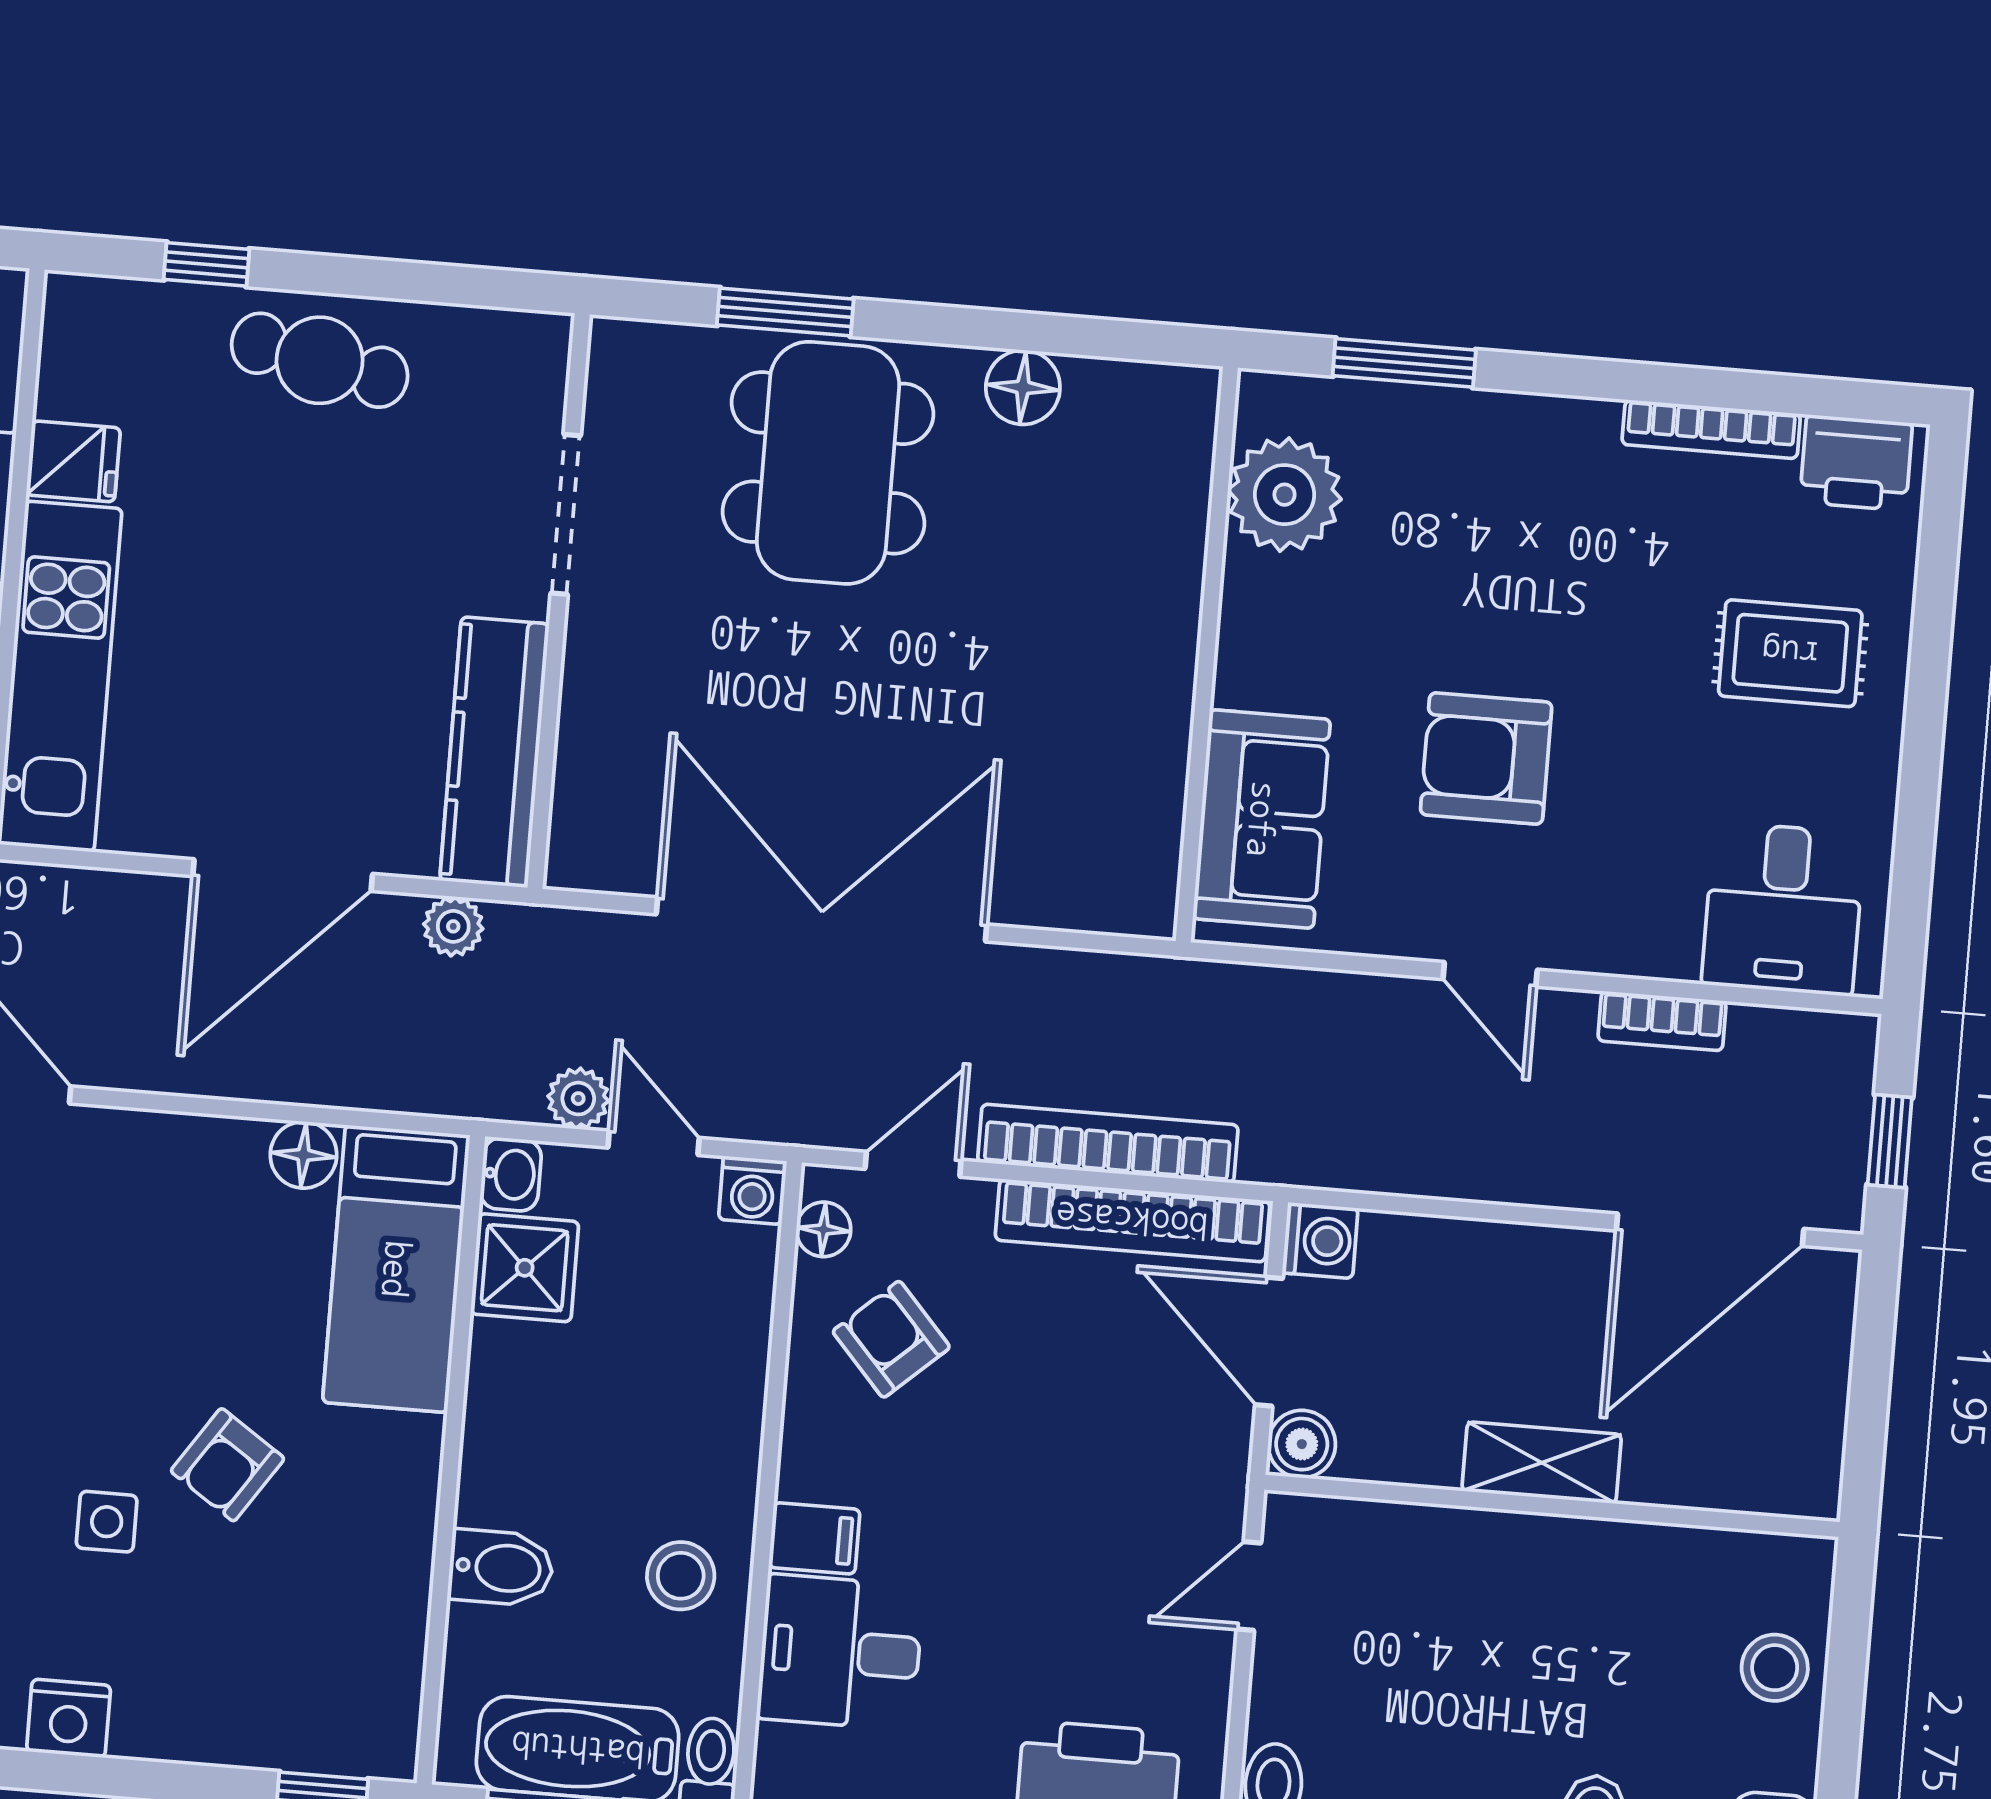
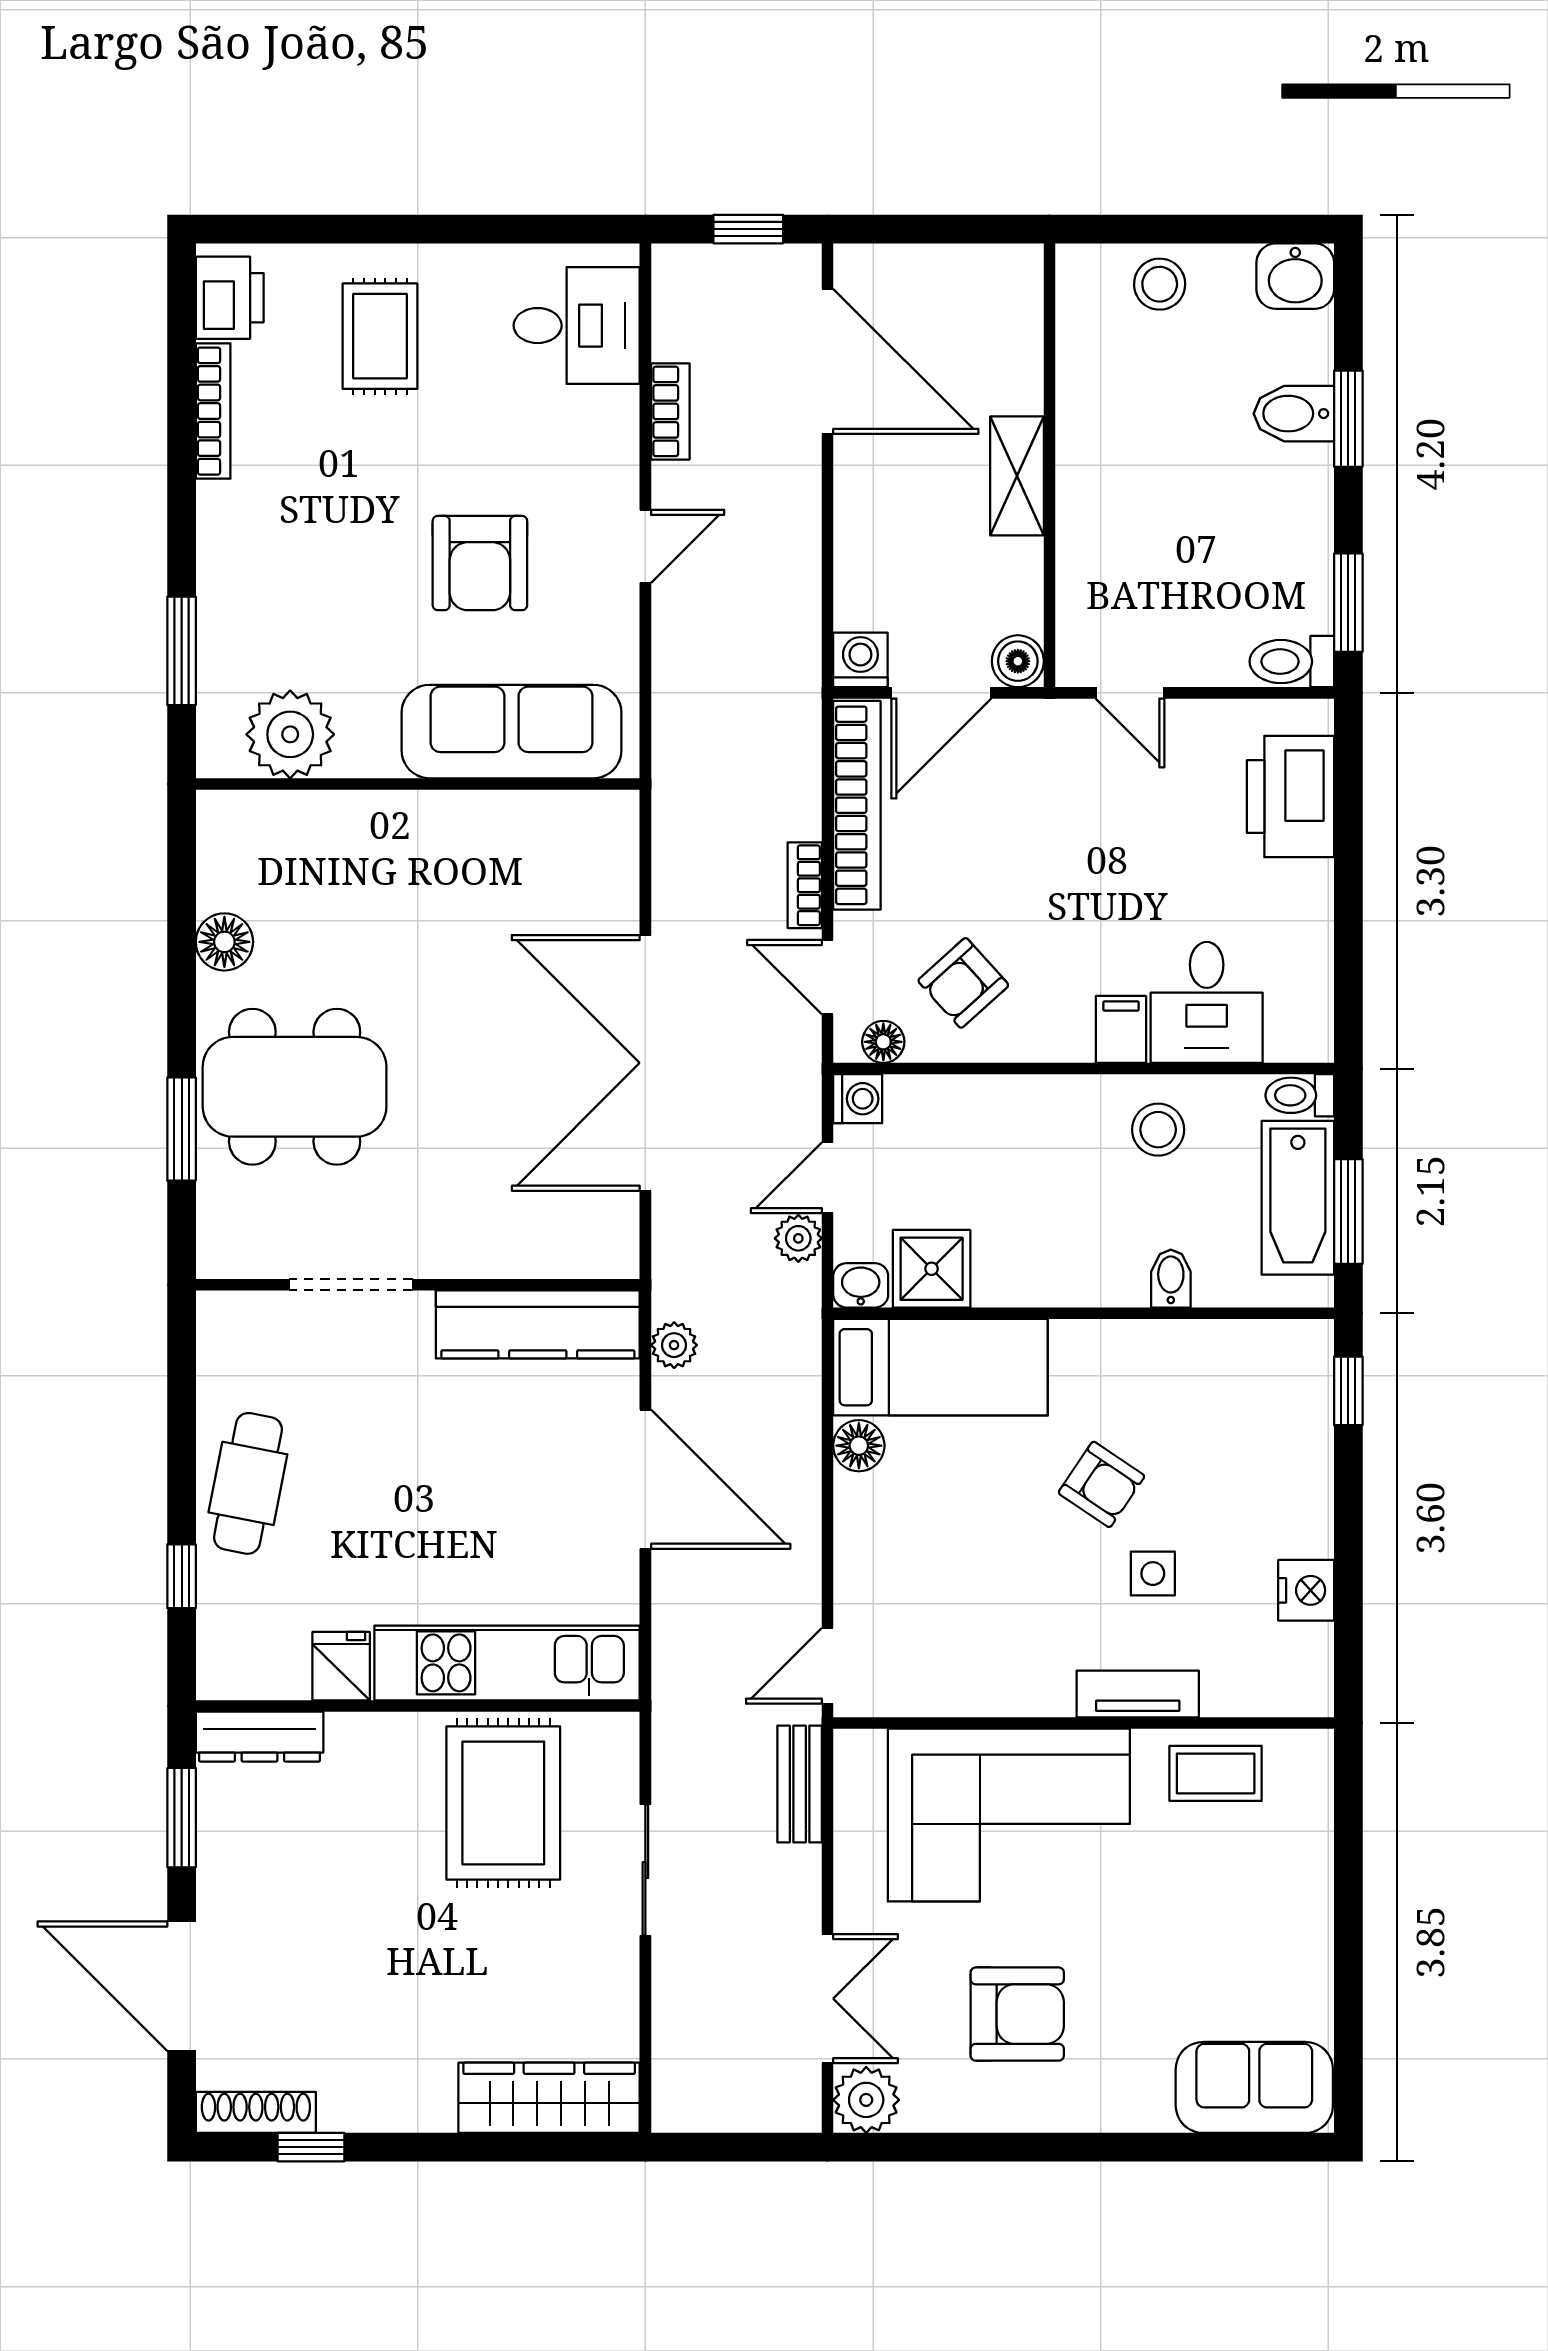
sofa: (1262, 819) -> (511, 732), width x1.36
bookcase: (1108, 1143) -> (805, 885), width x0.43, depth x0.76
bidet: (501, 1568) -> (1171, 1279), width x0.72, depth x0.74

